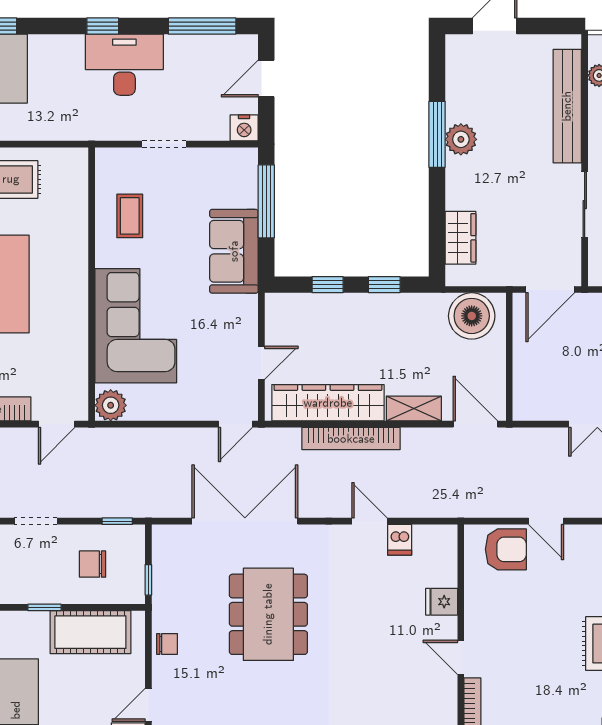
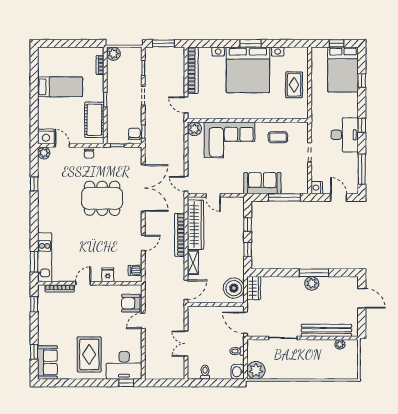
wardrobe: (460, 238) -> (254, 288), moved, turned -90
dishwasher: (400, 540) -> (135, 270), moved
armchair: (506, 549) -> (131, 303), turned 90
chair: (93, 564) -> (134, 134), moved

